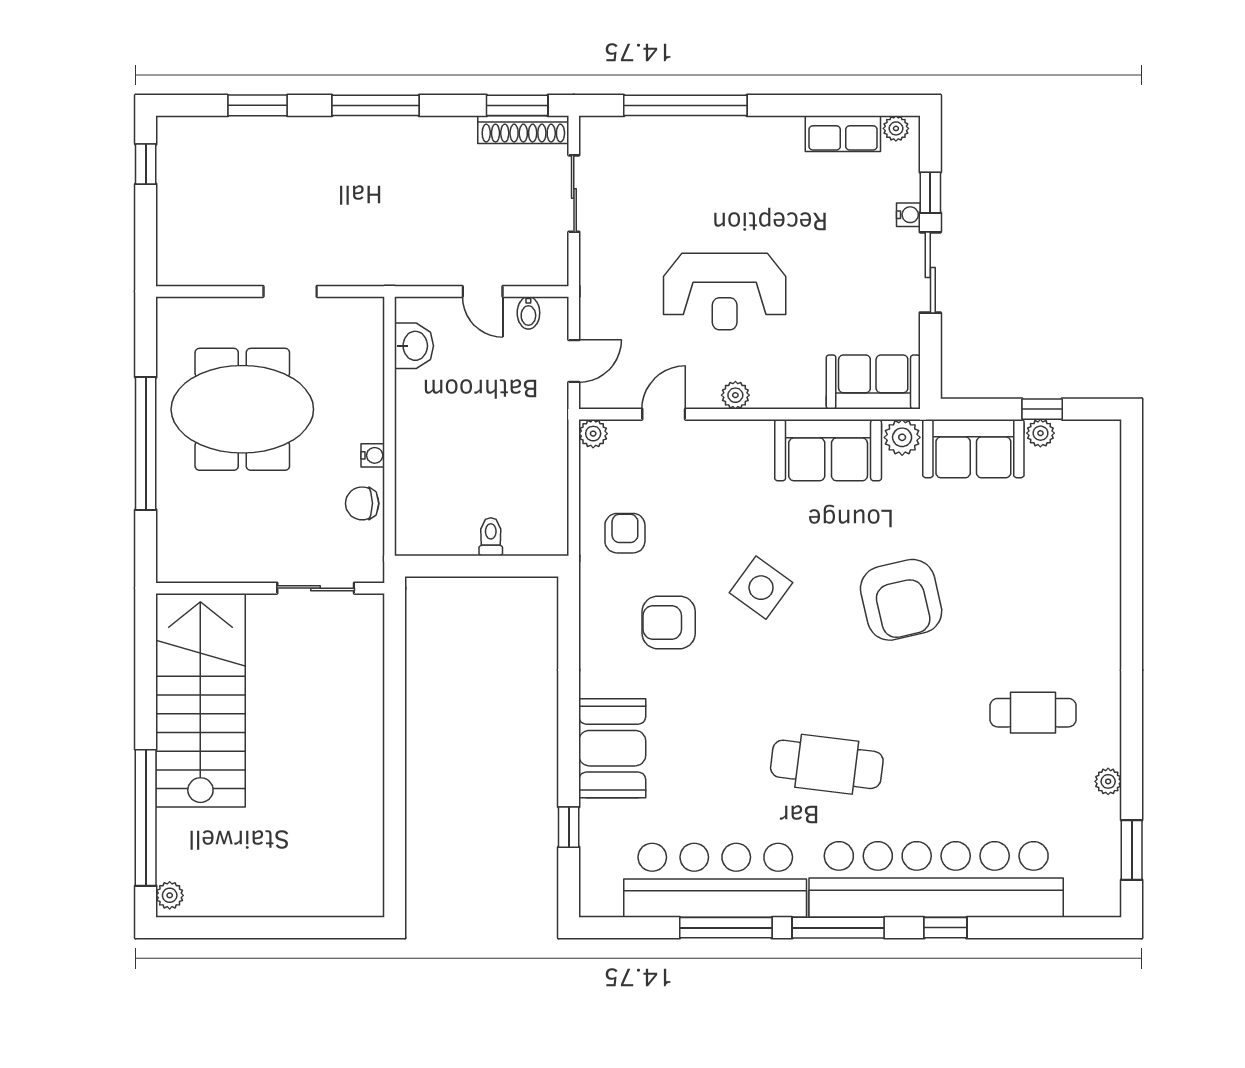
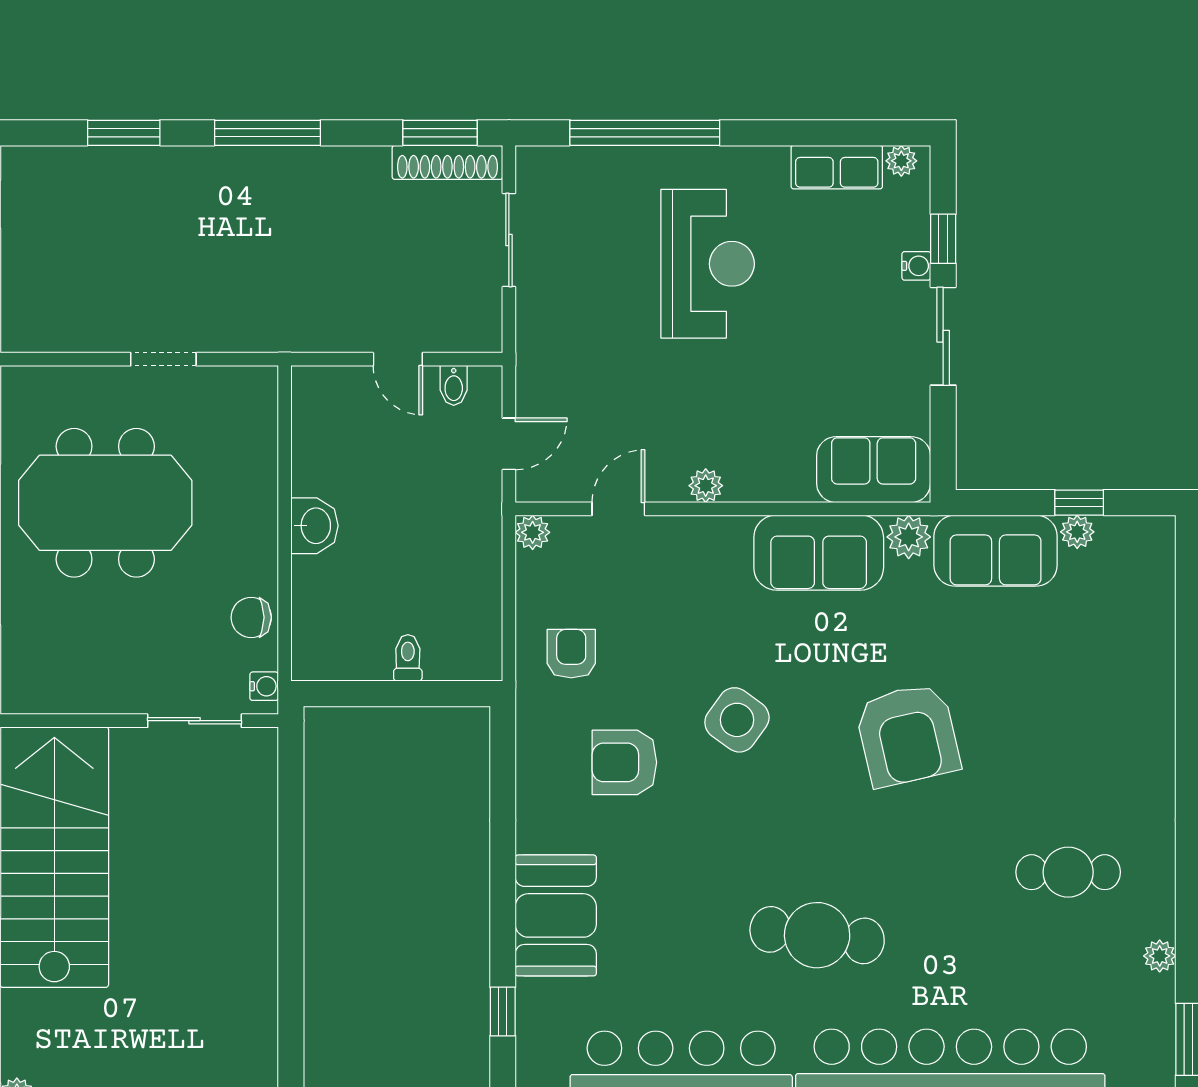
reception desk: (725, 292) -> (708, 264), moved, turned -90
washbasin: (414, 346) -> (314, 526), moved
water cooler: (373, 455) -> (264, 686), moved

